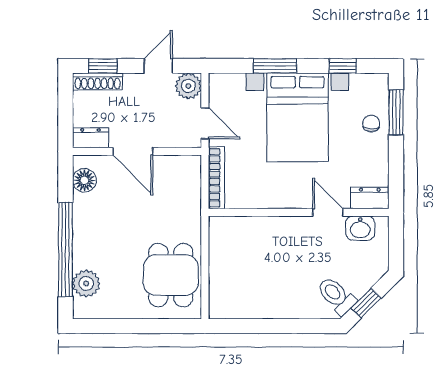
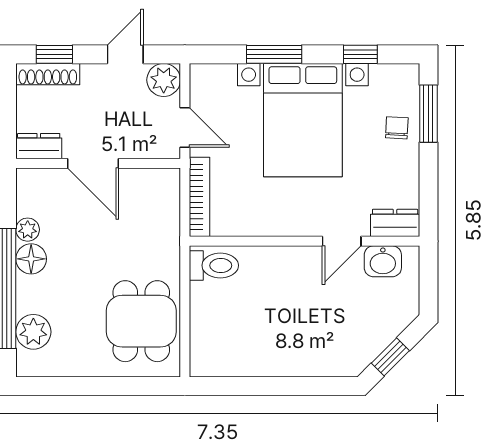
floor lamp: (84, 180) -> (31, 259), moved
plant: (82, 203) -> (28, 230), added
door: (328, 212) -> (342, 241), swing flipped
toilet: (336, 296) -> (214, 265), moved, turned 135

